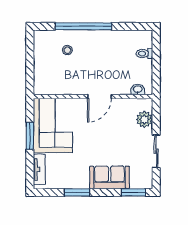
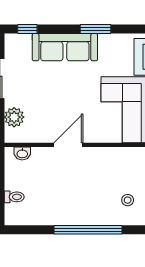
stool: (67, 50) -> (128, 200), moved
sofa: (110, 177) -> (65, 47), width x1.36
window: (133, 192) -> (27, 29), width x0.67

